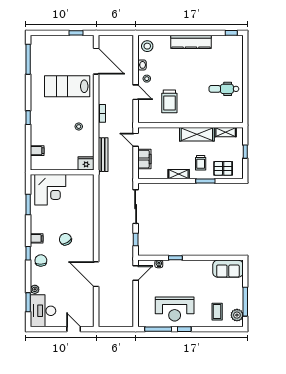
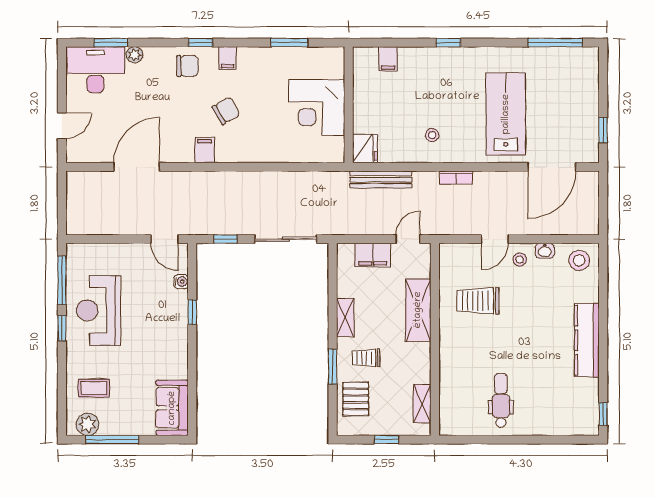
shelving: (197, 134) -> (418, 310), moved
corner desk: (50, 190) -> (317, 108), moved
filing cabinet: (87, 251) -> (205, 150), added
door: (96, 274) -> (137, 167), moved

